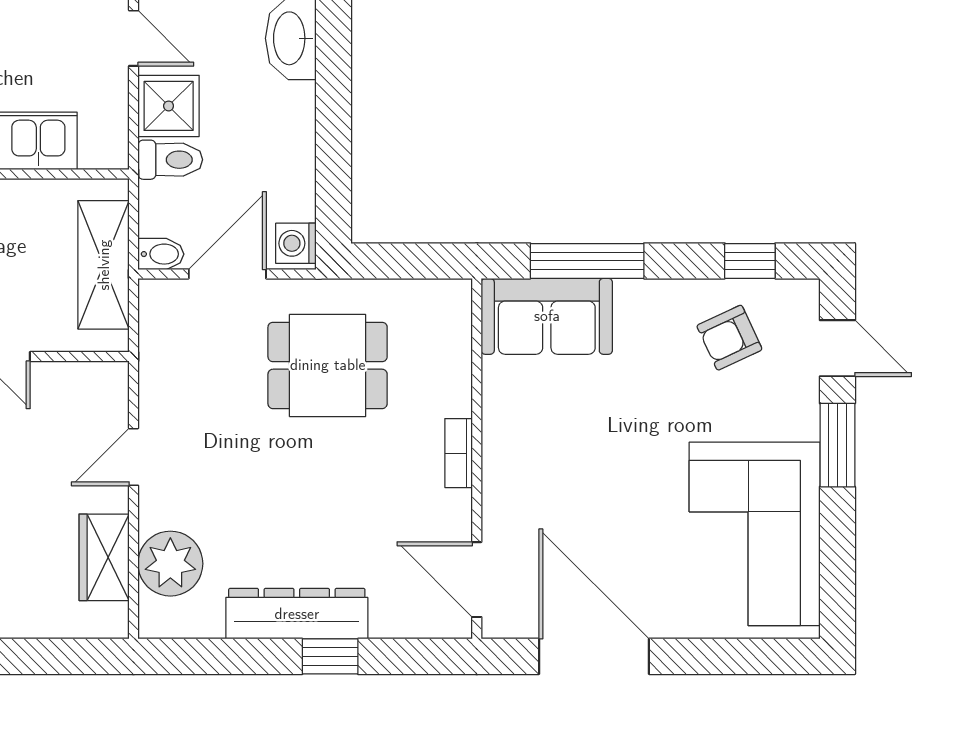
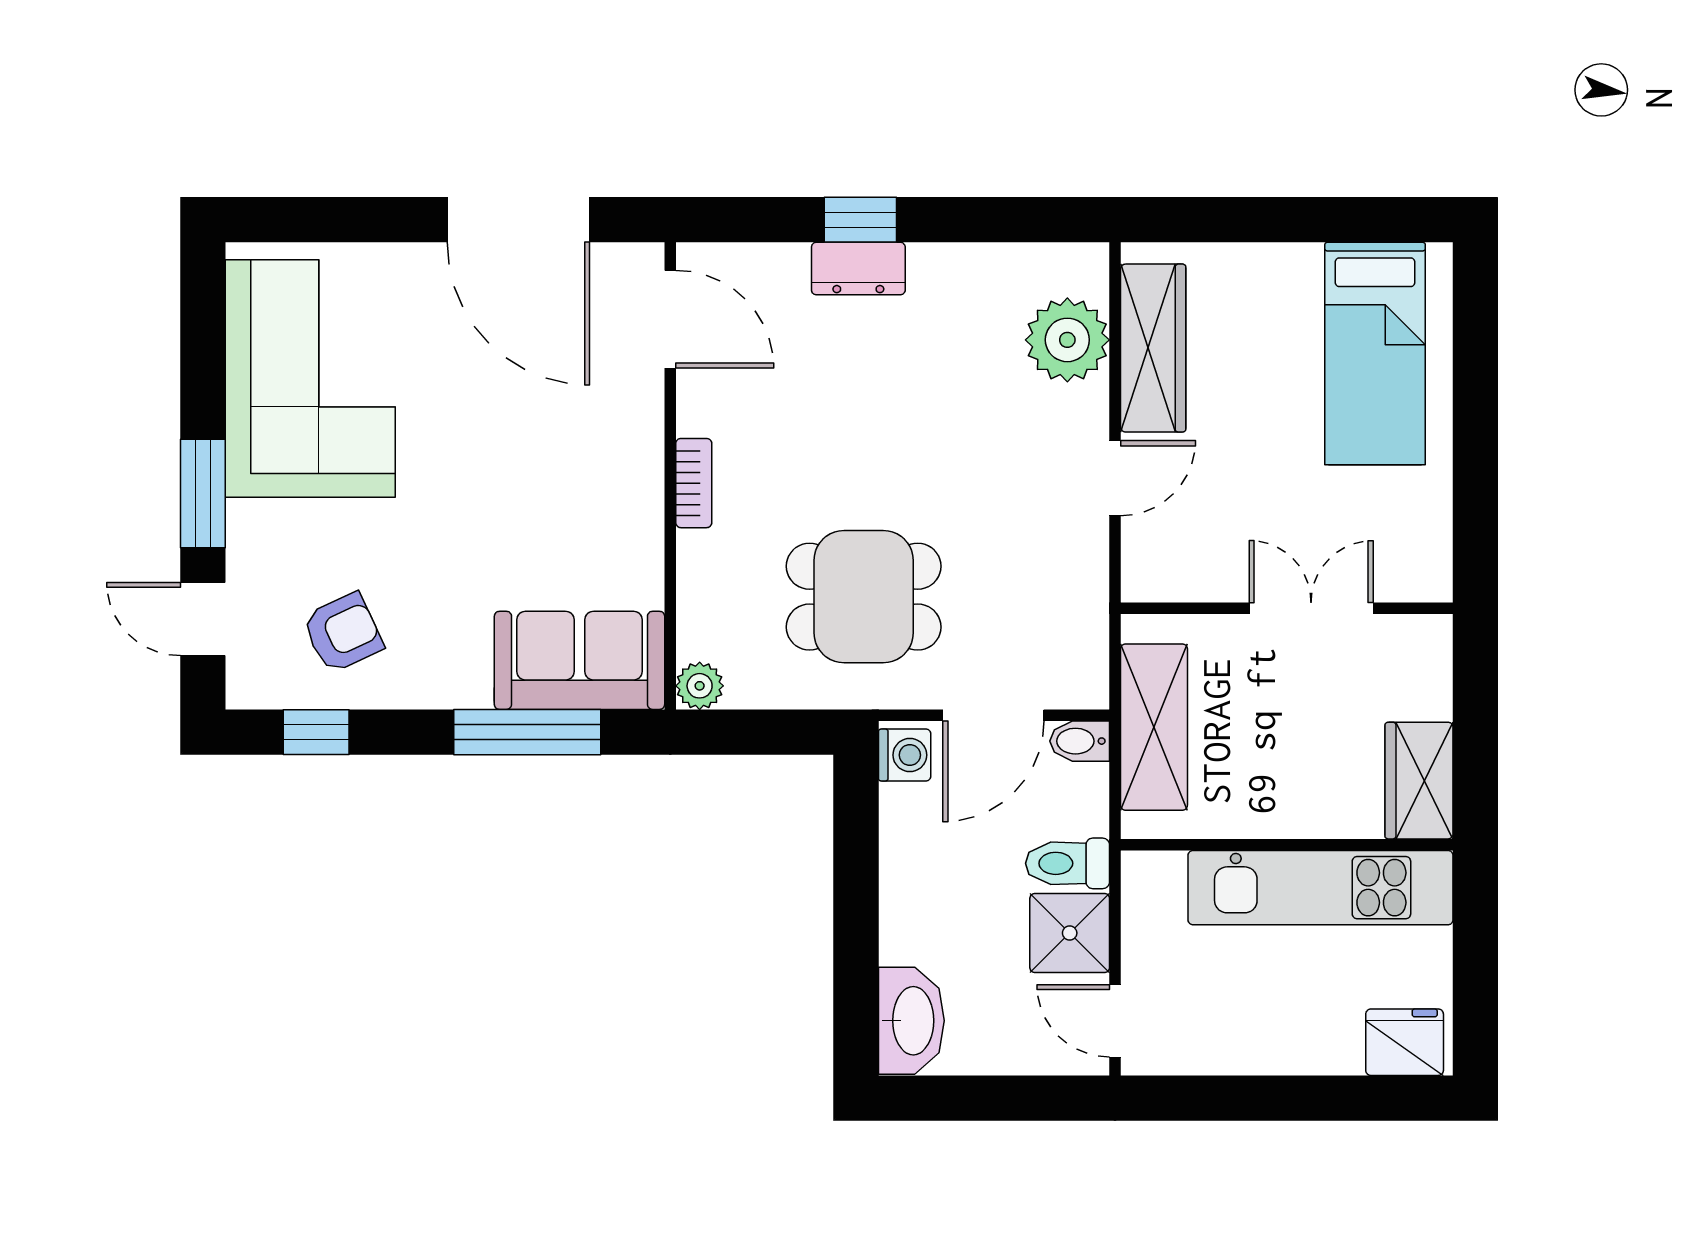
plant: (454, 297) -> (700, 686), added
wardrobe: (104, 557) -> (1153, 348), width x1.50
dresser: (297, 614) -> (858, 269), width x0.51, depth x0.80

